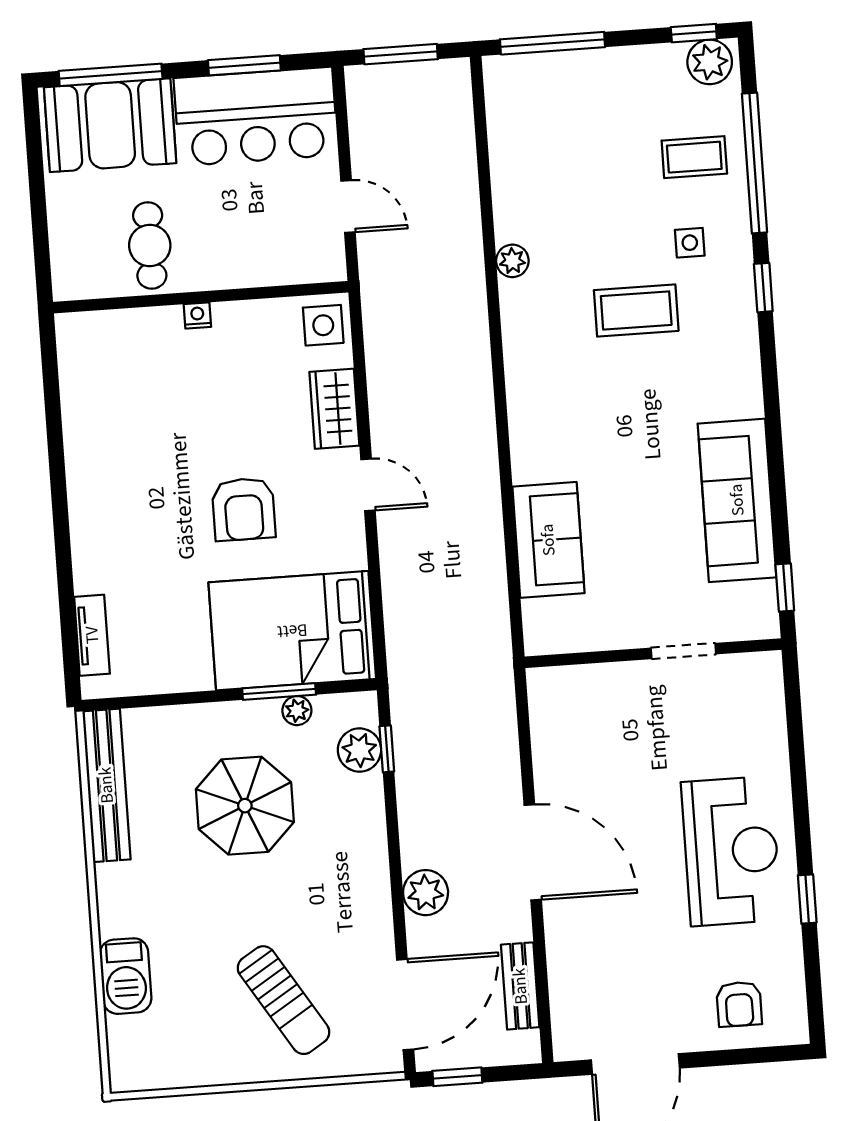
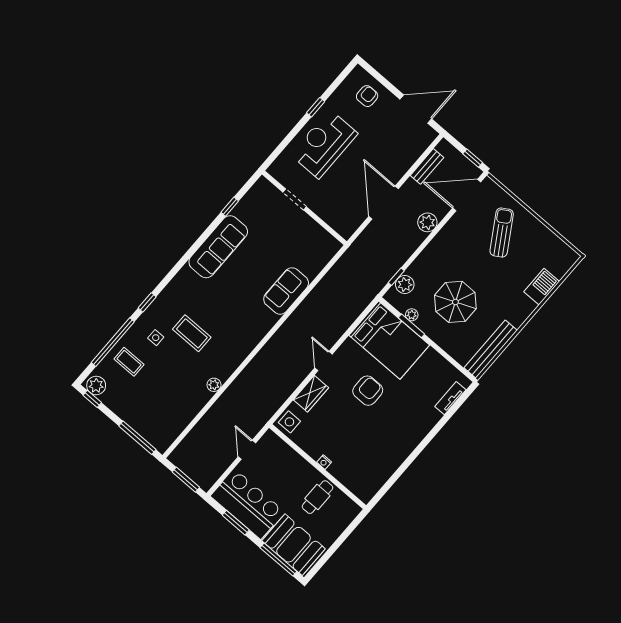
doorway: (683, 651) -> (295, 199), moved
wall: (653, 653) -> (304, 208), moved

